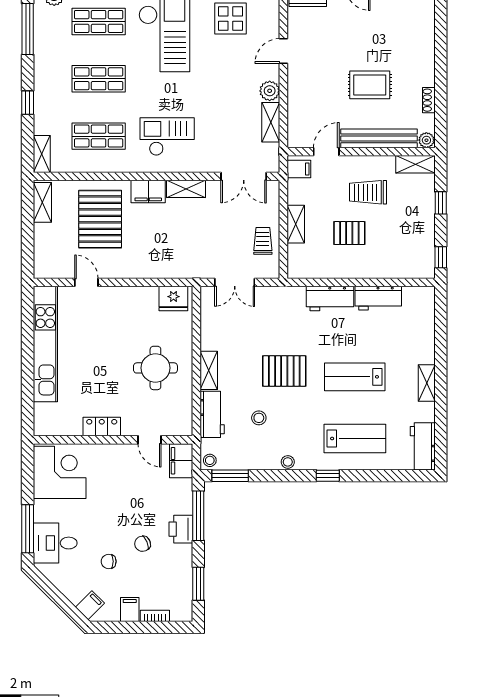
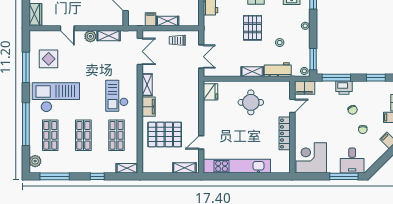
filing cabinet: (299, 169) -> (151, 19), moved
shelving: (42, 202) -> (184, 168), moved
locker: (102, 426) -> (285, 133), width x1.53

